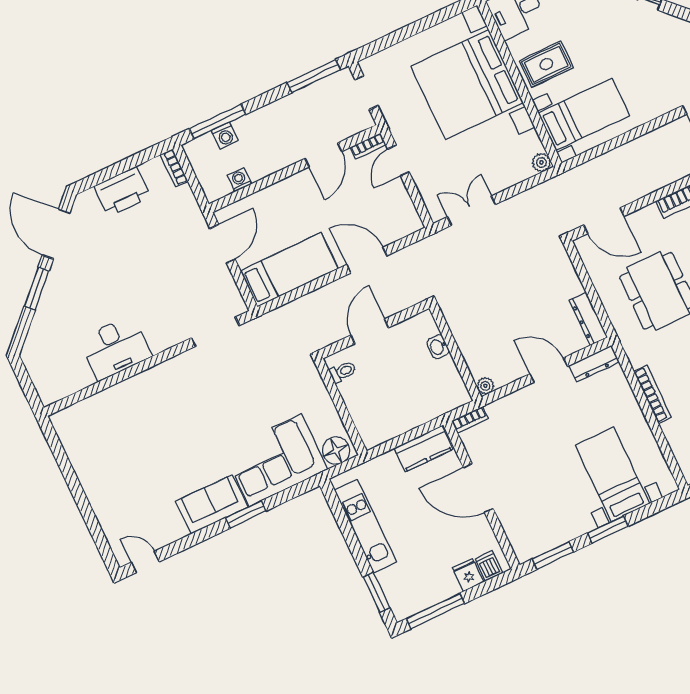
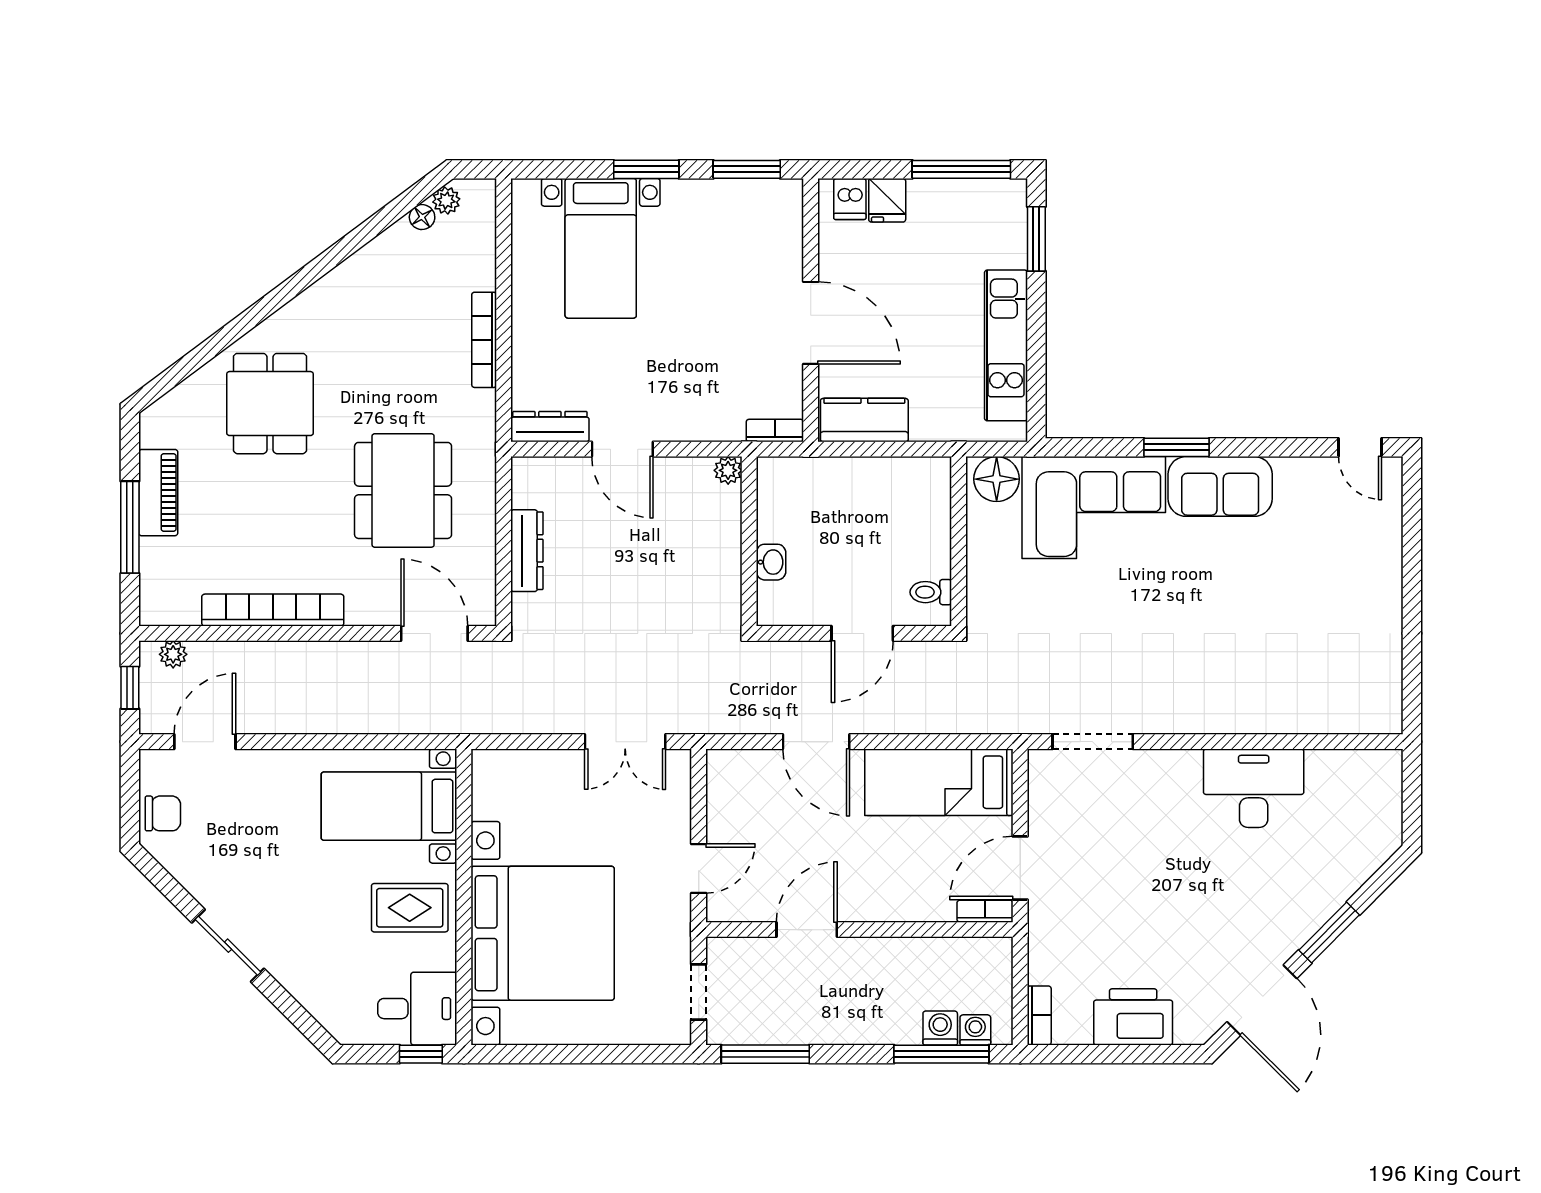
bookcase: (368, 146) -> (985, 911), moved
plant: (541, 162) -> (486, 764), removed
washing machine: (239, 180) -> (975, 1030), moved, turned 180
dresser: (588, 319) -> (527, 551), moved

